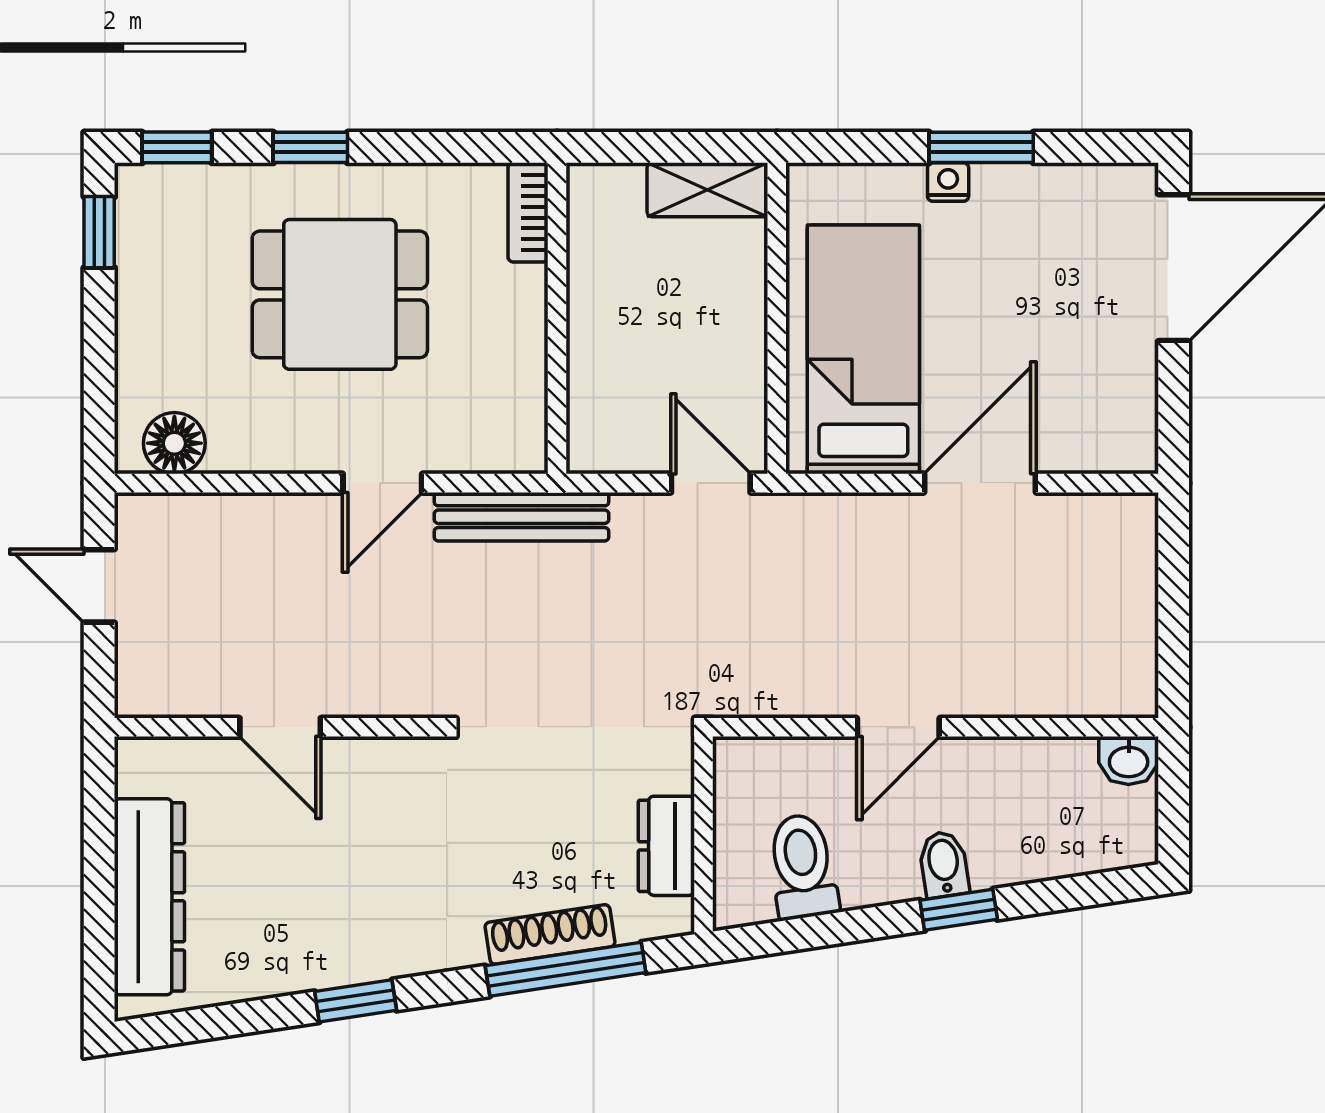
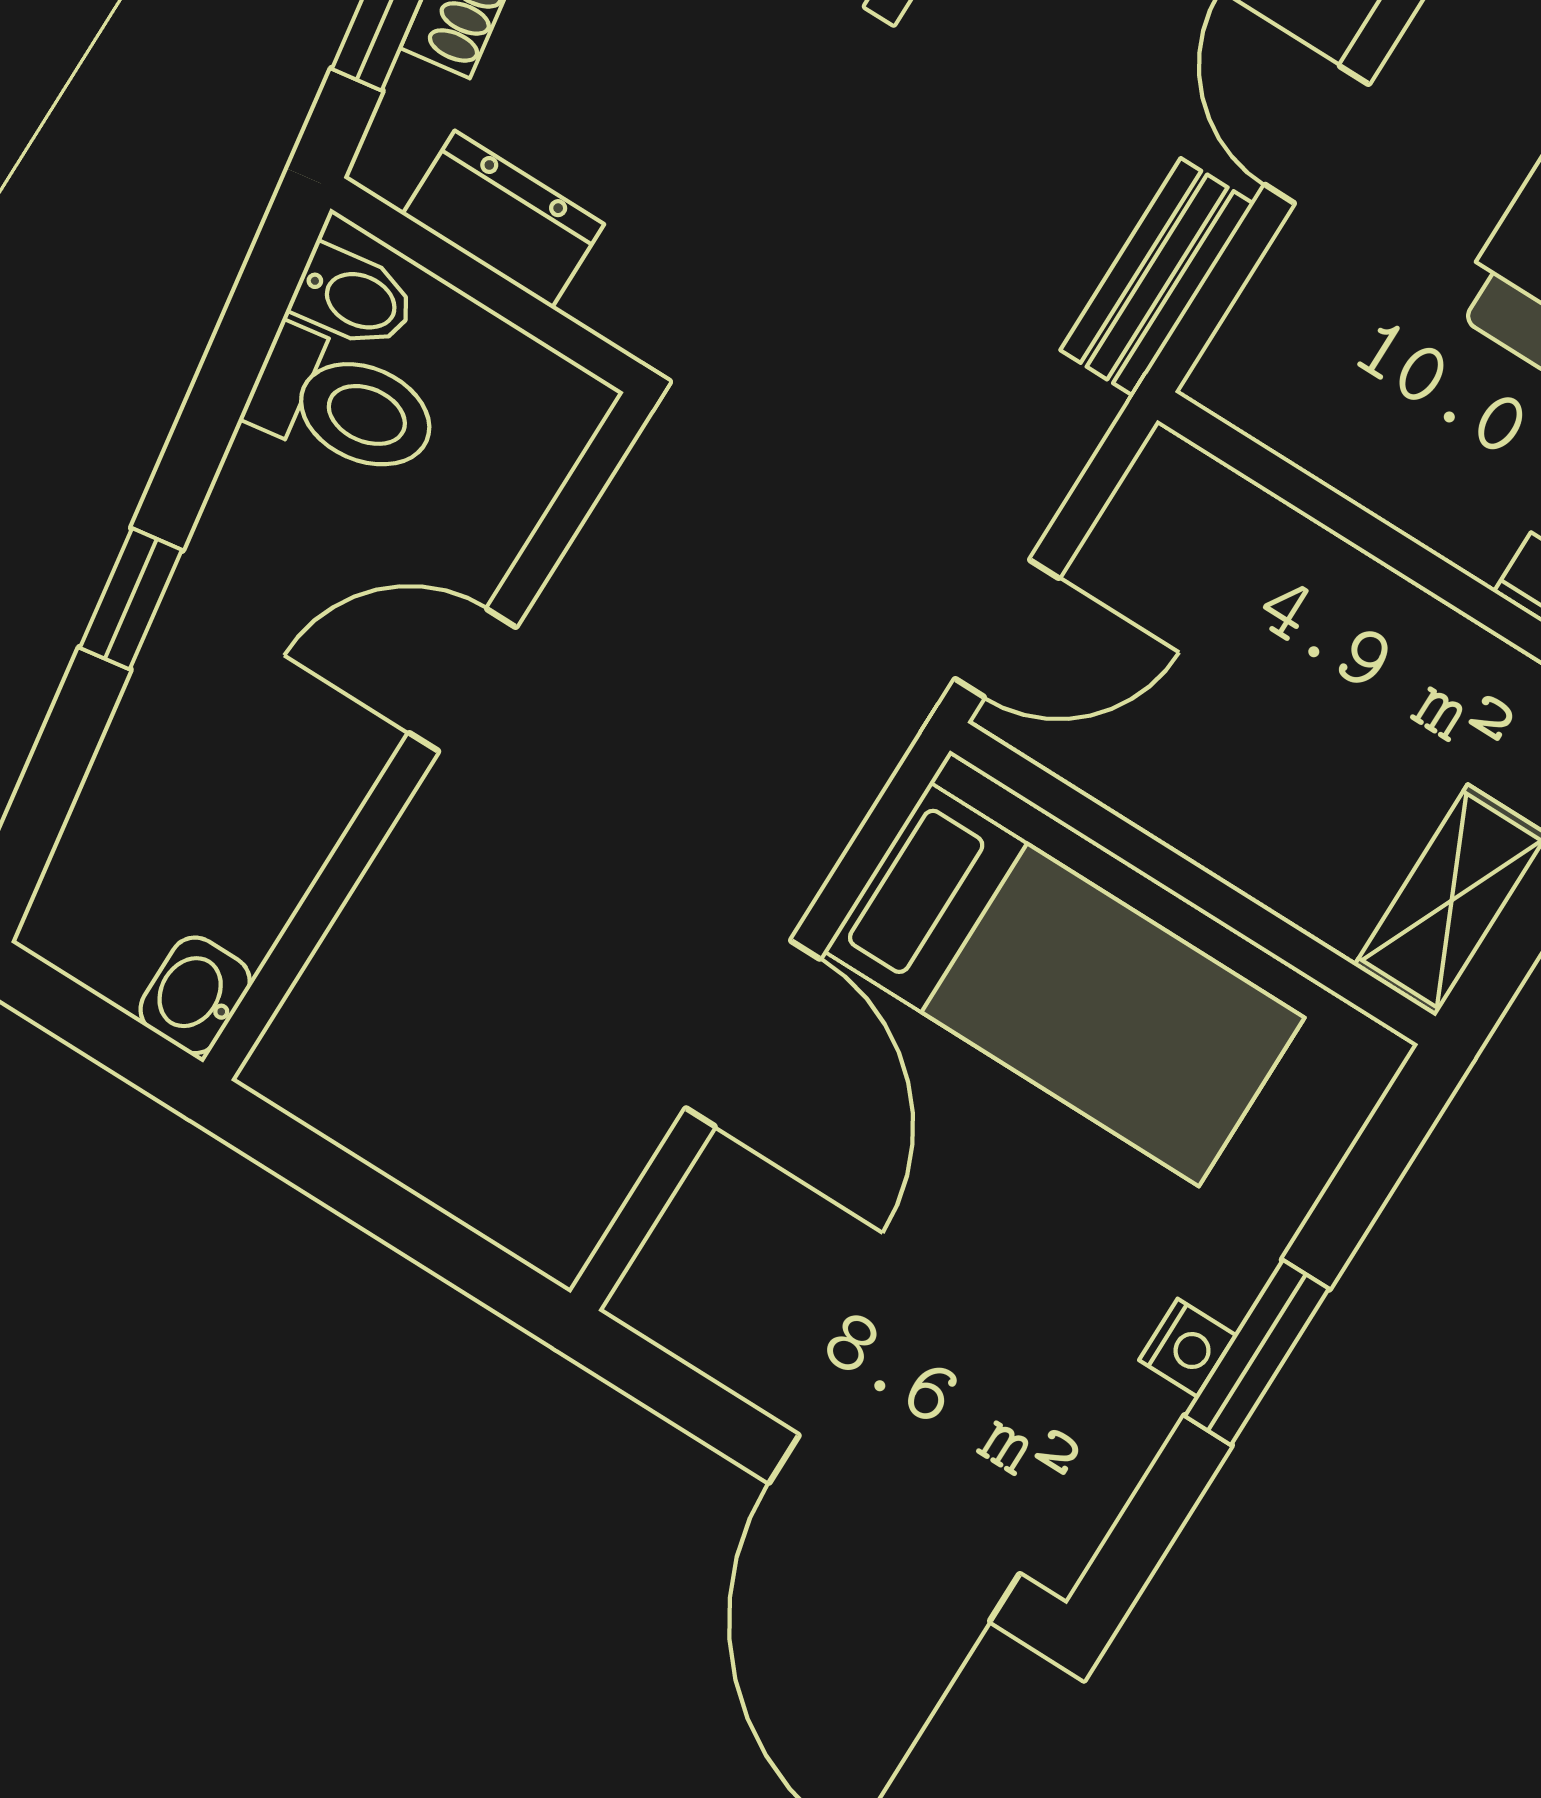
nightstand: (948, 182) -> (1187, 1348), moved
bench: (521, 517) -> (1157, 277), width x0.73
door: (898, 727) -> (463, 680), hinge flipped
bidet: (944, 864) -> (353, 298), moved

